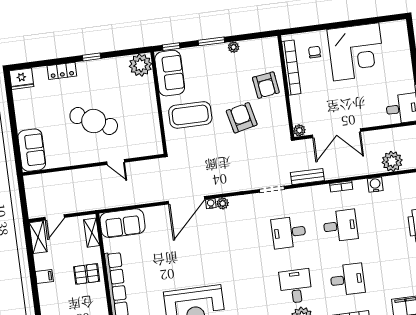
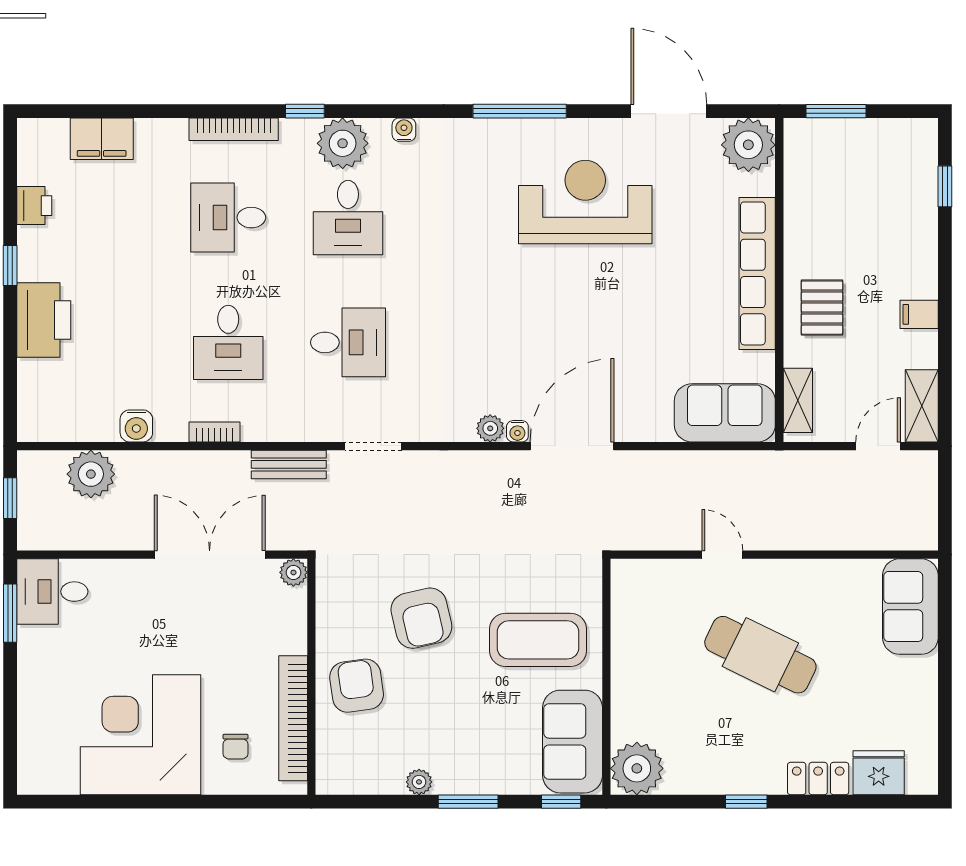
fridge: (22, 79) -> (879, 773), moved
desk: (340, 226) -> (228, 342), turned -90
pallet: (87, 274) -> (822, 308), turned 90

